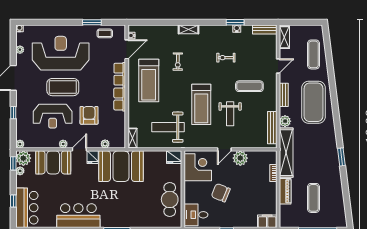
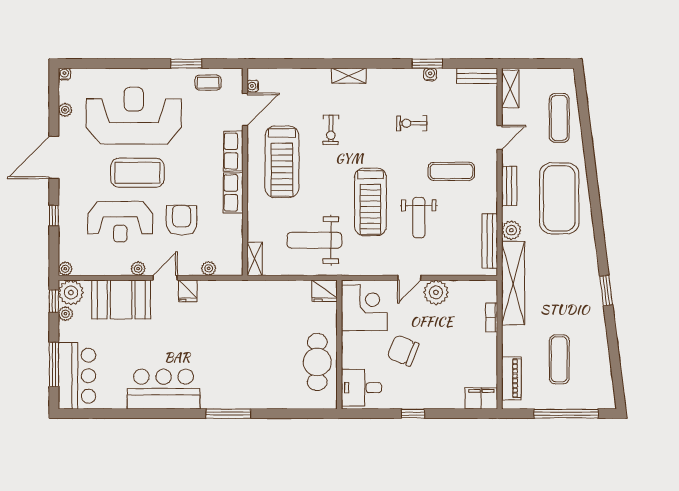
booth: (121, 166) -> (235, 306), removed
piano: (285, 191) -> (511, 378), moved
window: (13, 201) -> (54, 364), width x2.17

